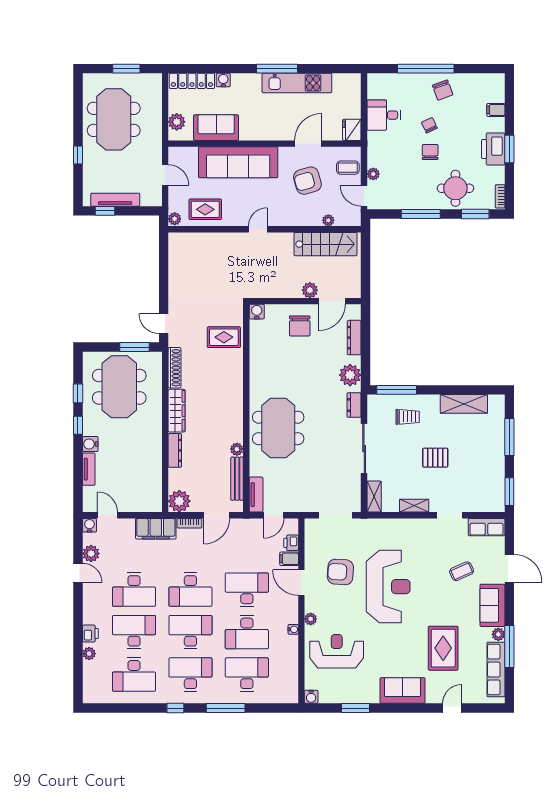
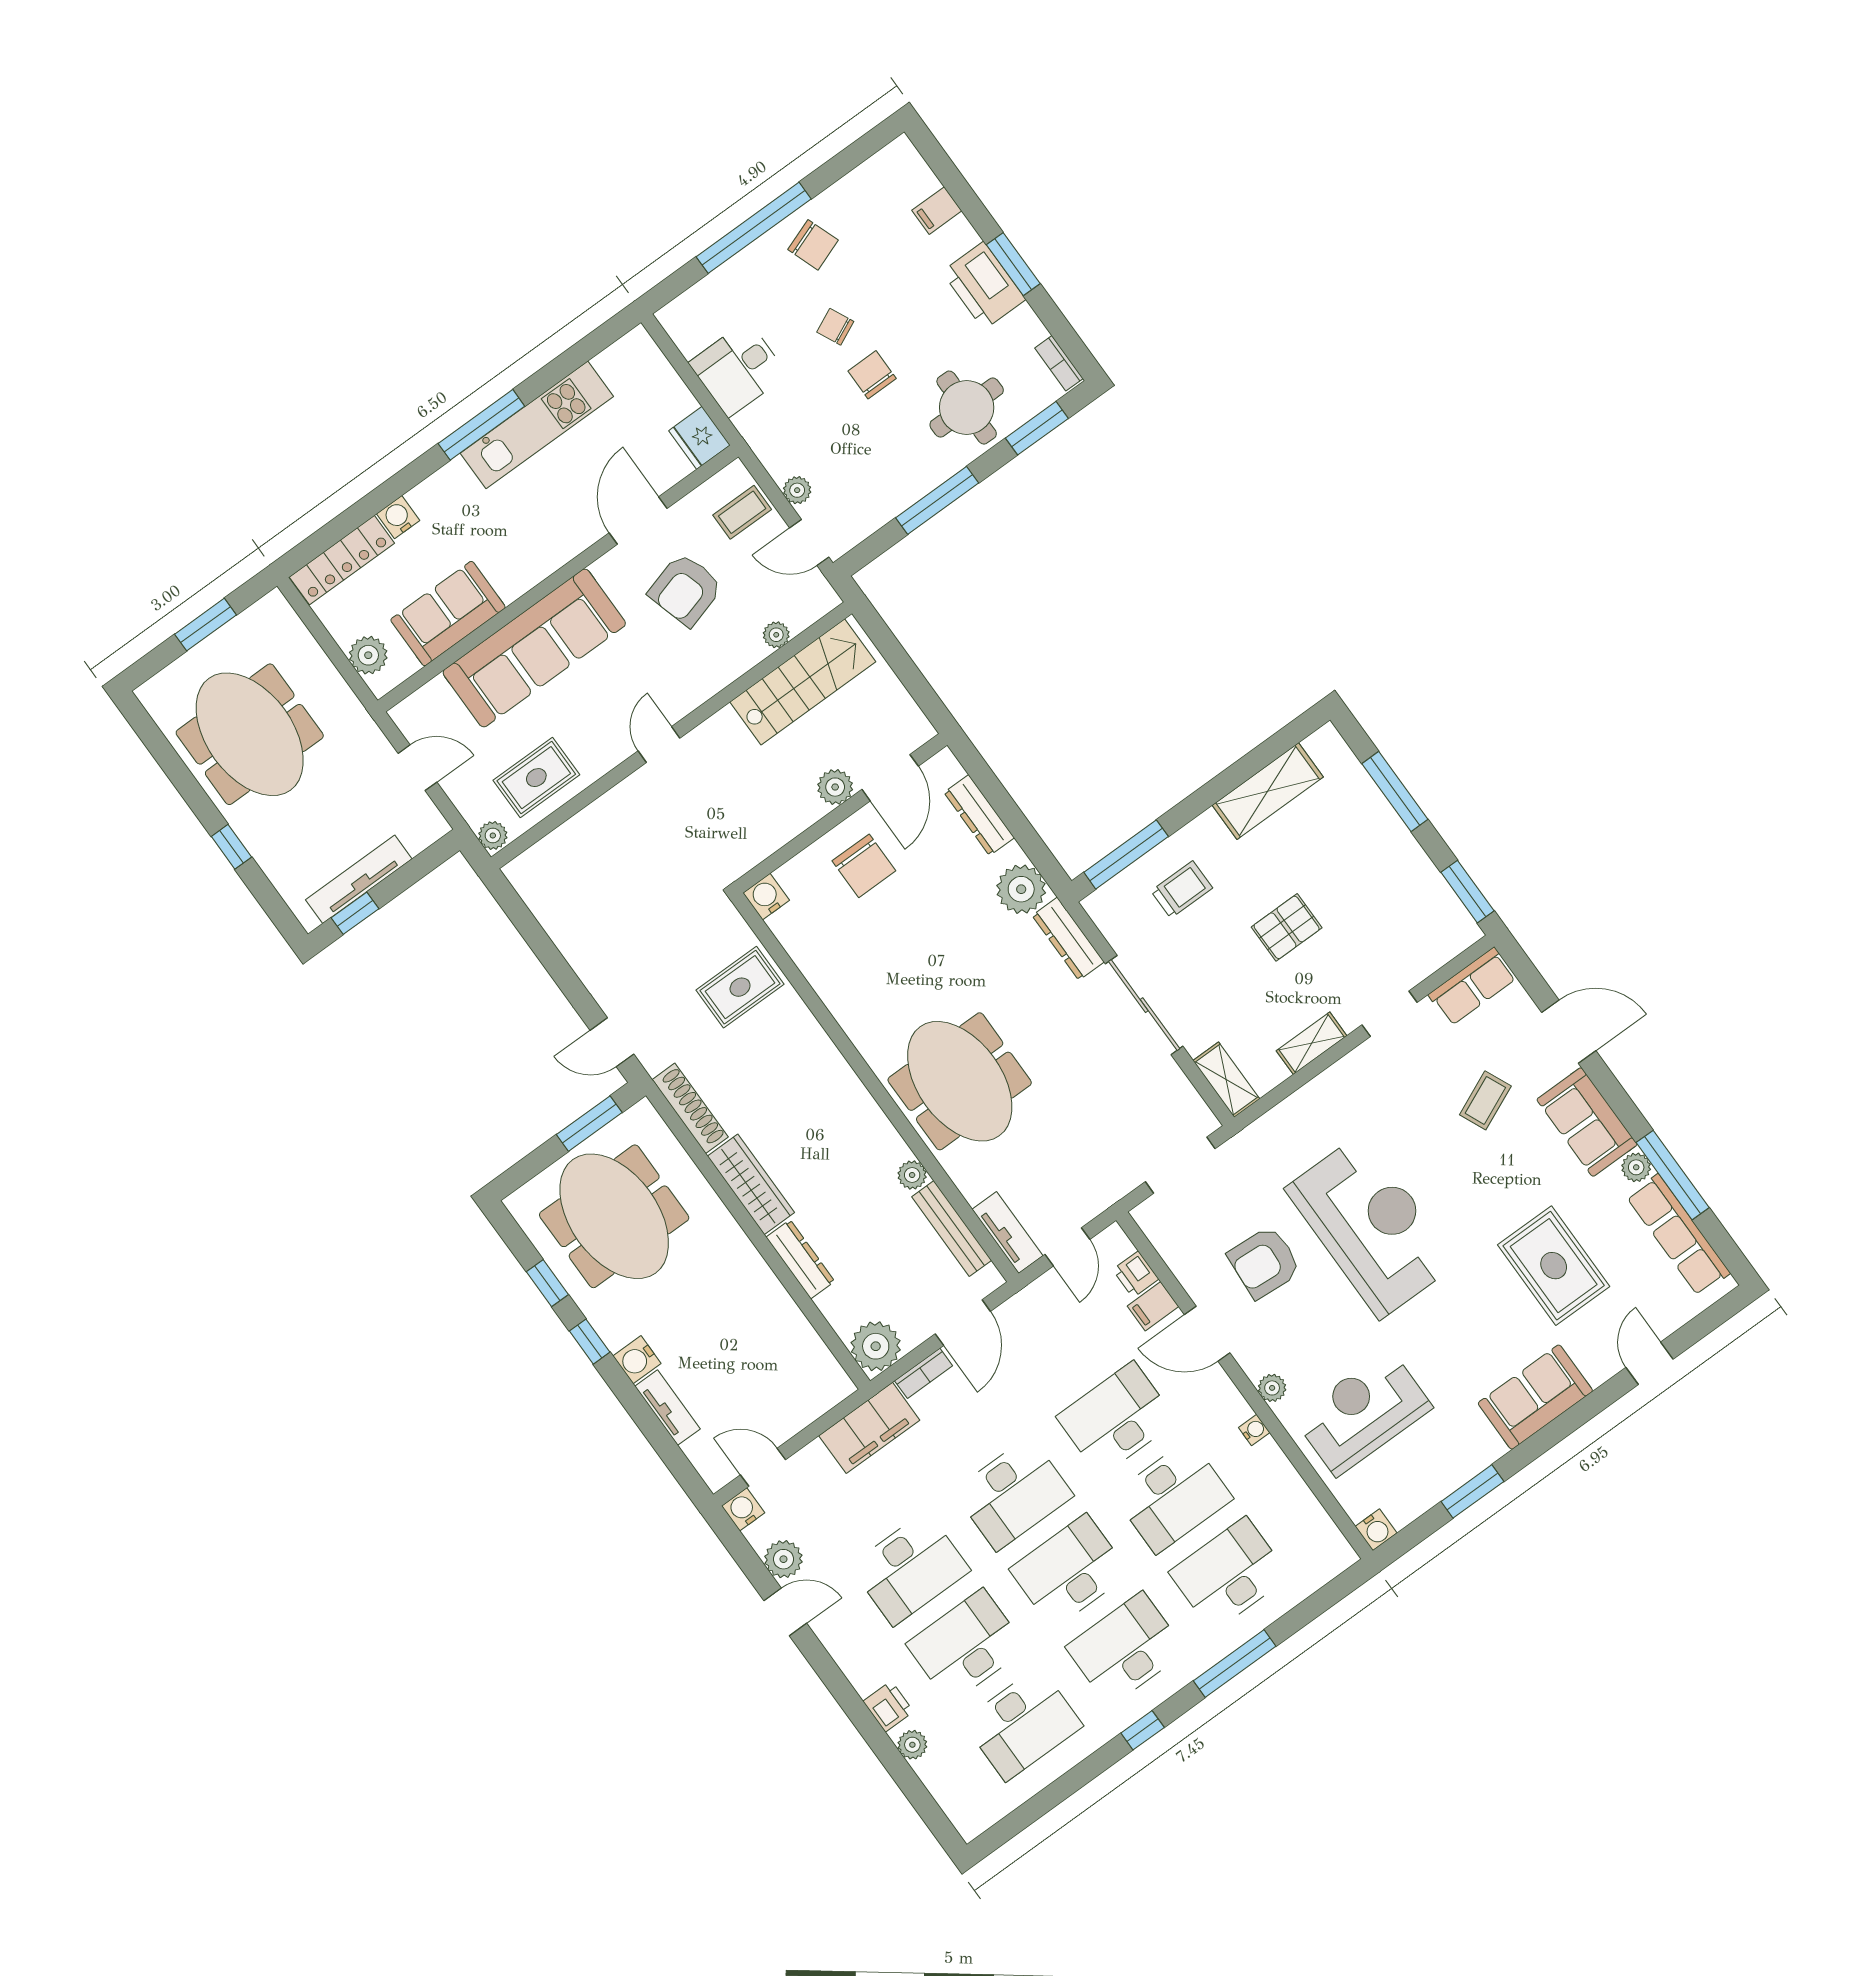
dresser: (354, 405) -> (1068, 939), width x1.44

